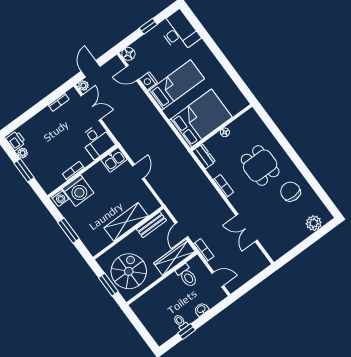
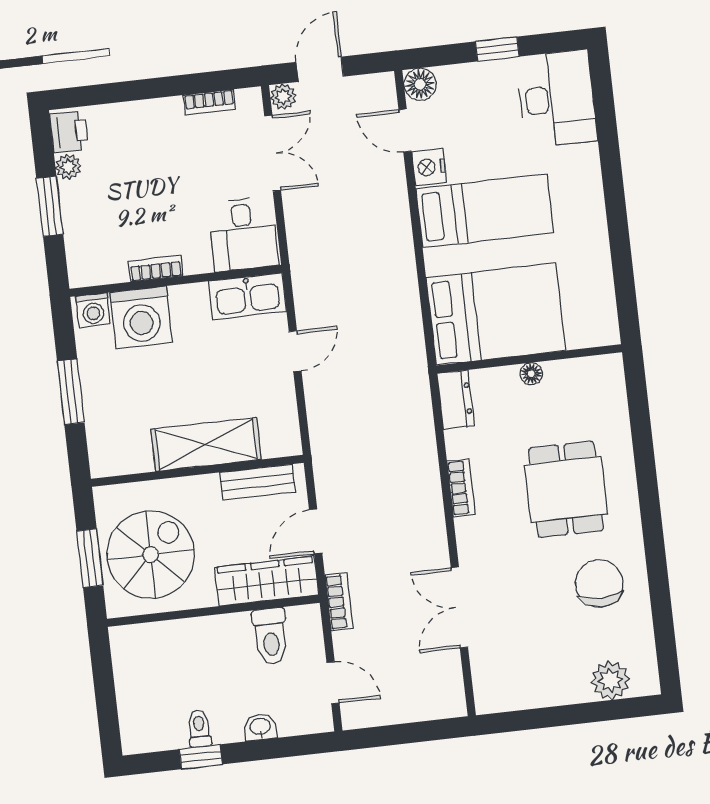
kitchen sink: (114, 160) -> (248, 296), width x1.38

